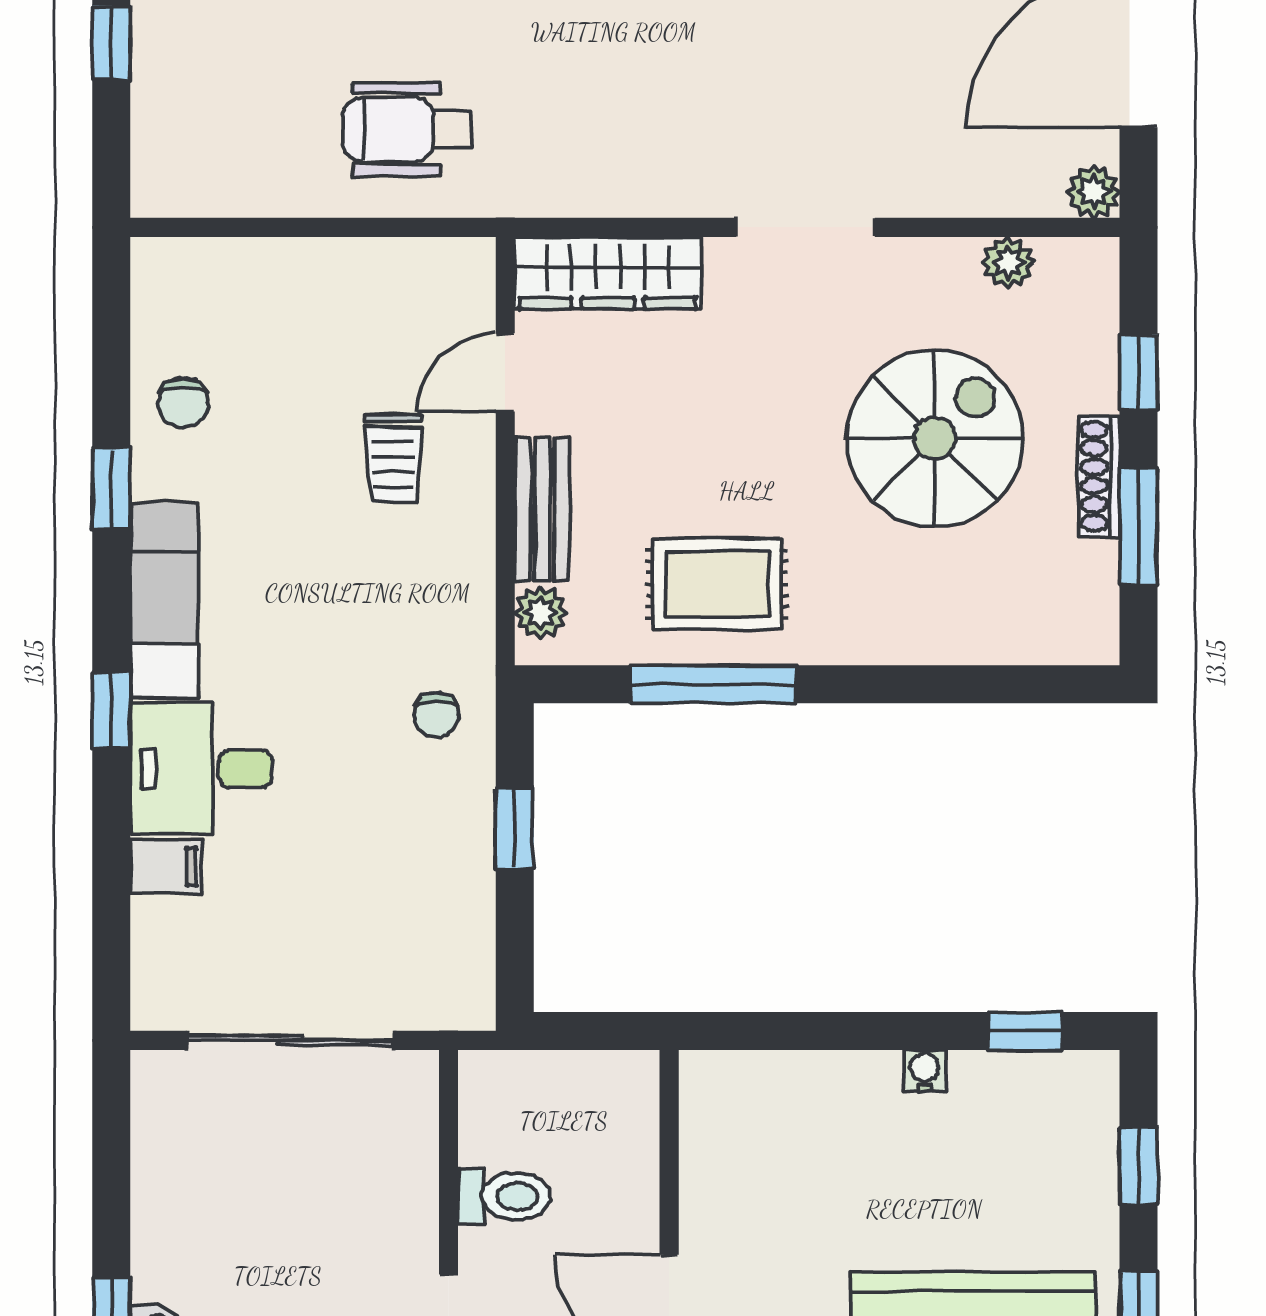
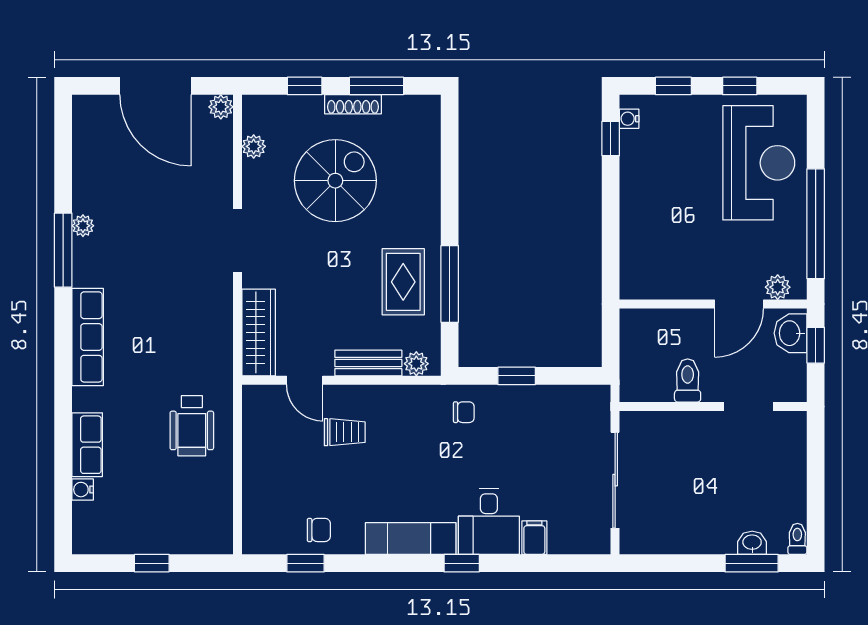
spiral stairs: (935, 438) -> (335, 181), turned 90
window: (111, 488) -> (305, 563), moved
water cooler: (924, 1071) -> (629, 119), moved

